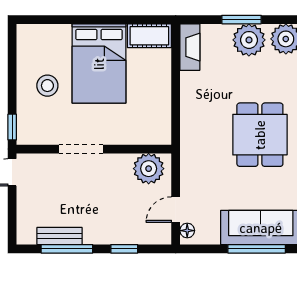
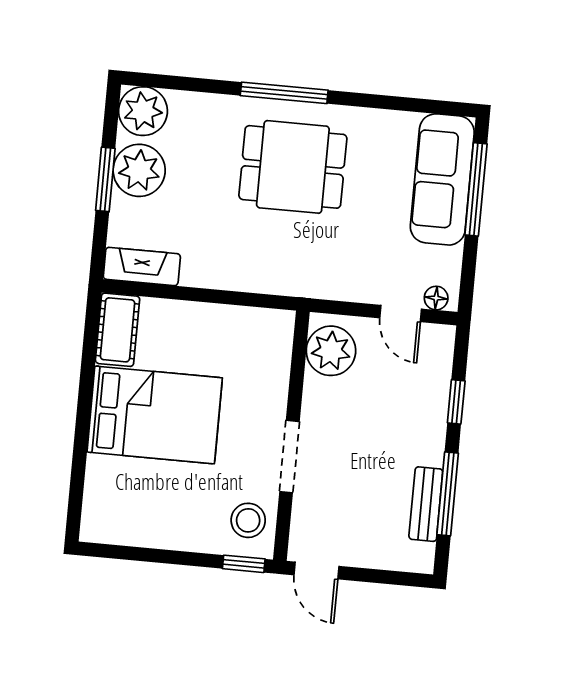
stool: (47, 86) -> (248, 520), moved

